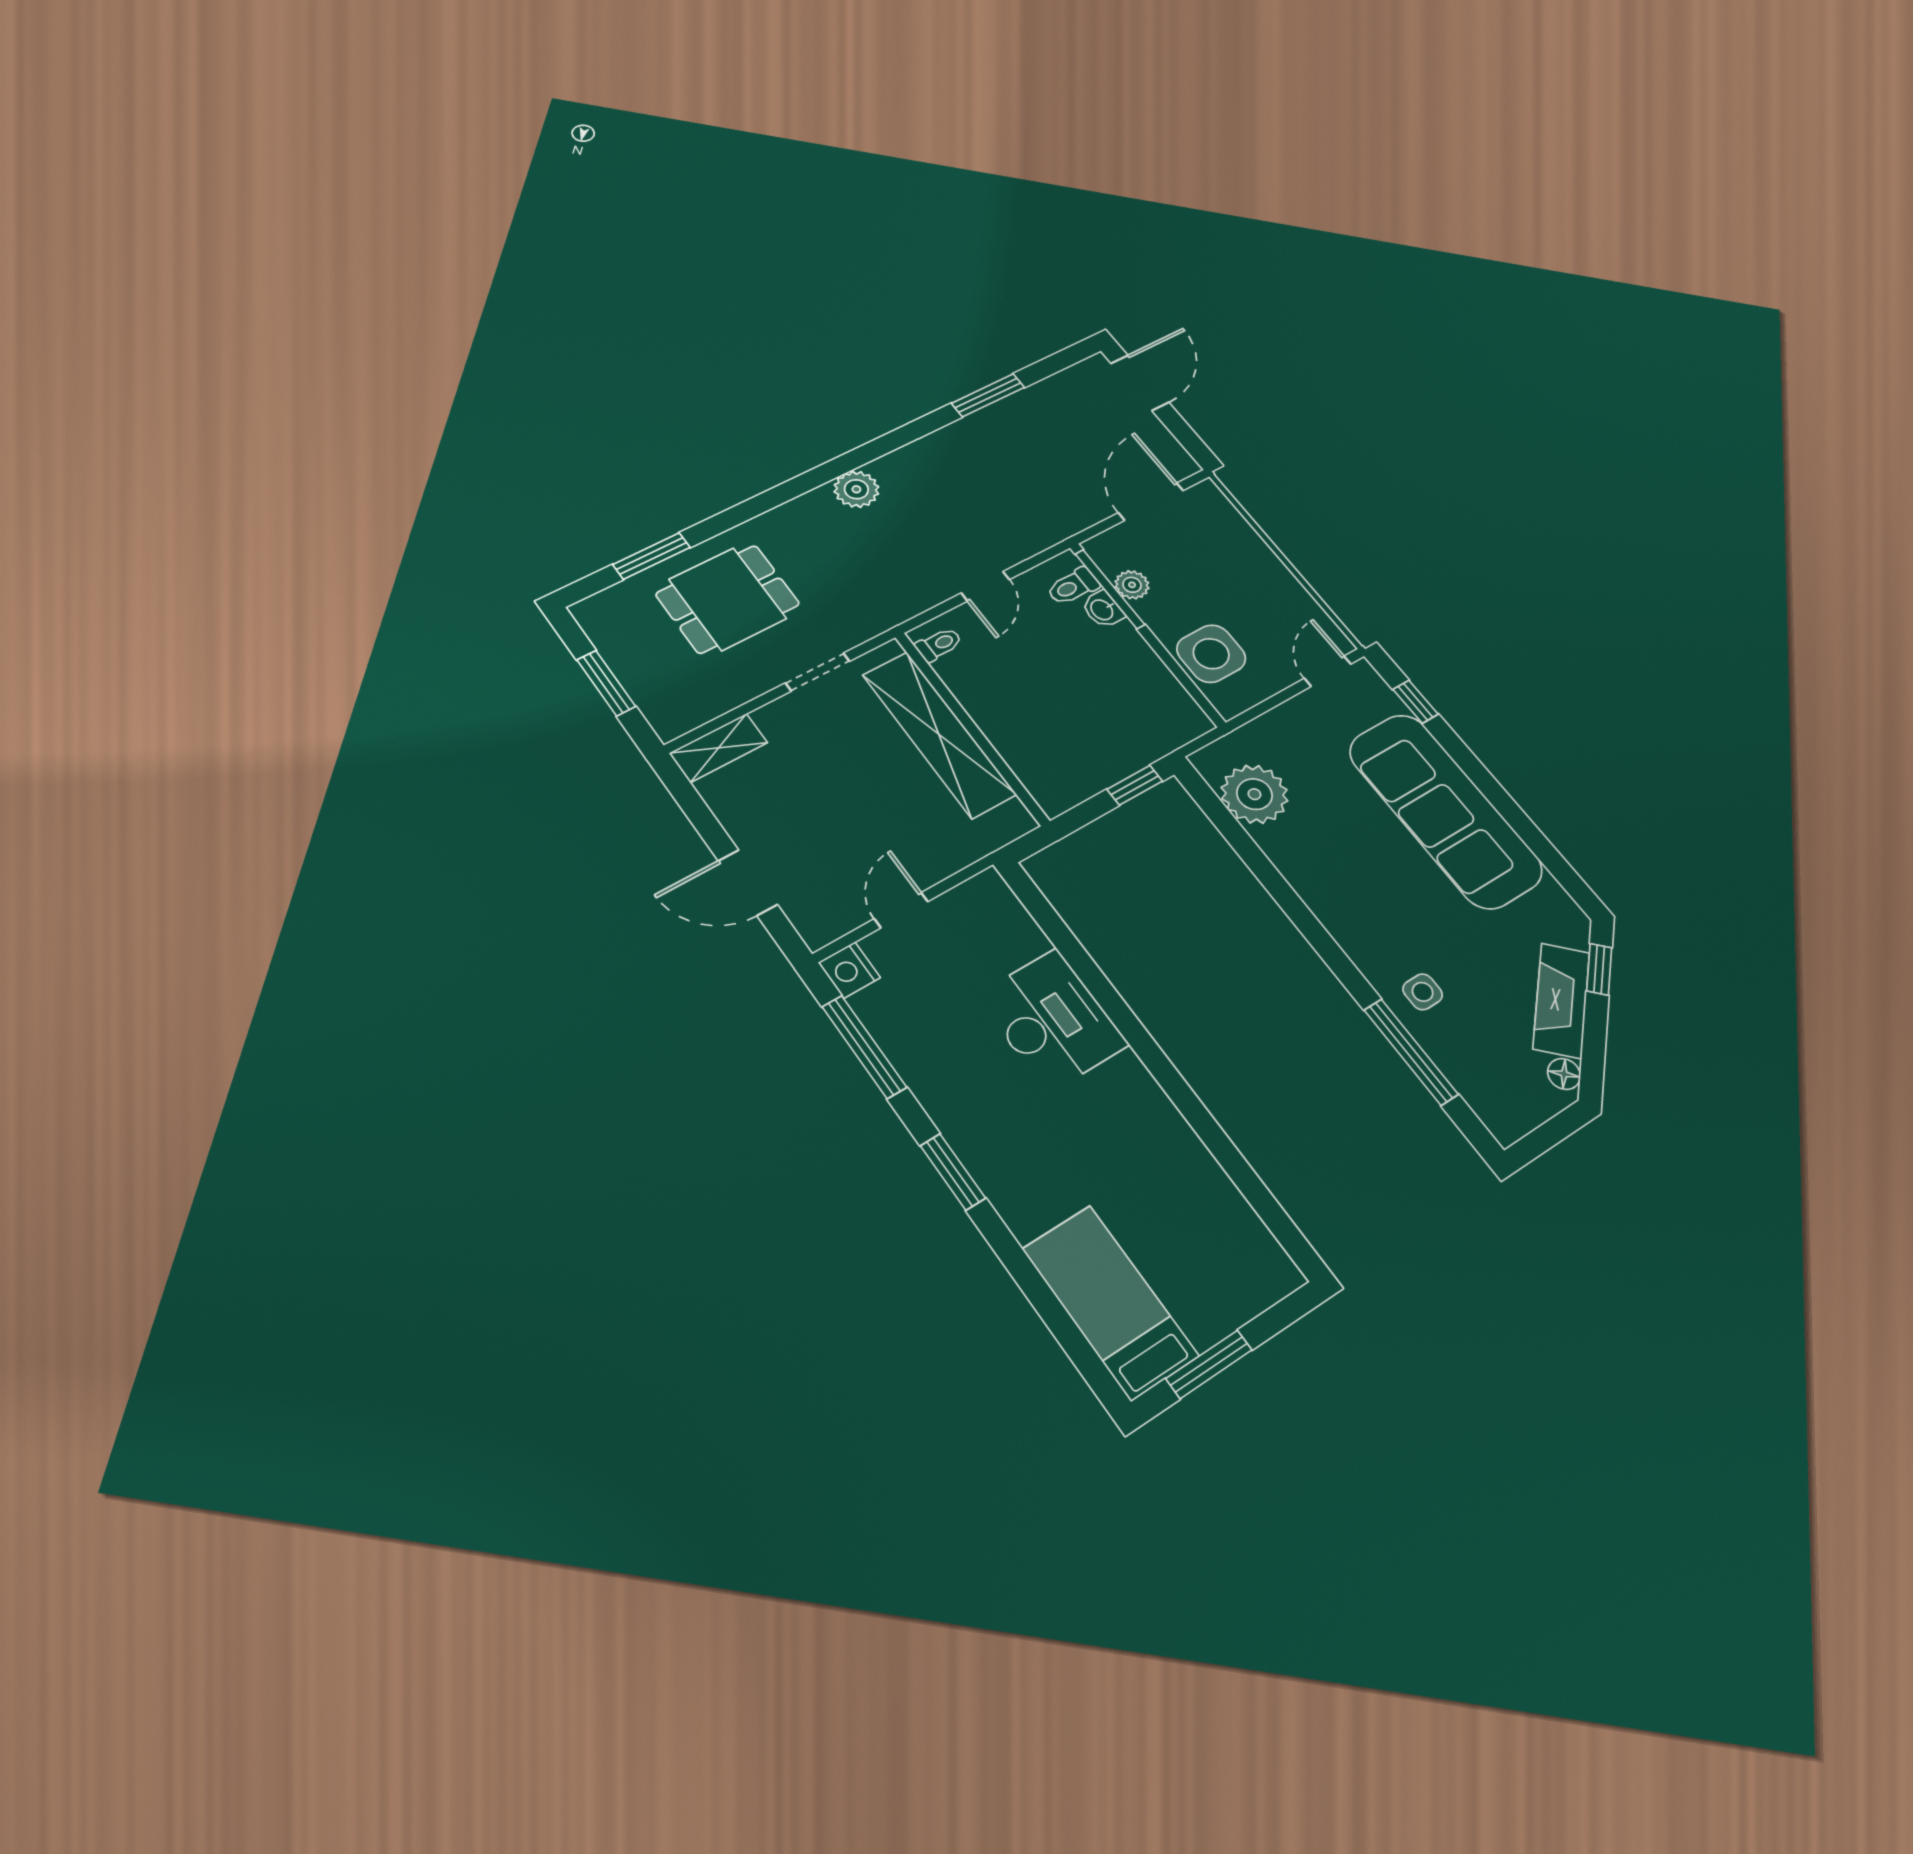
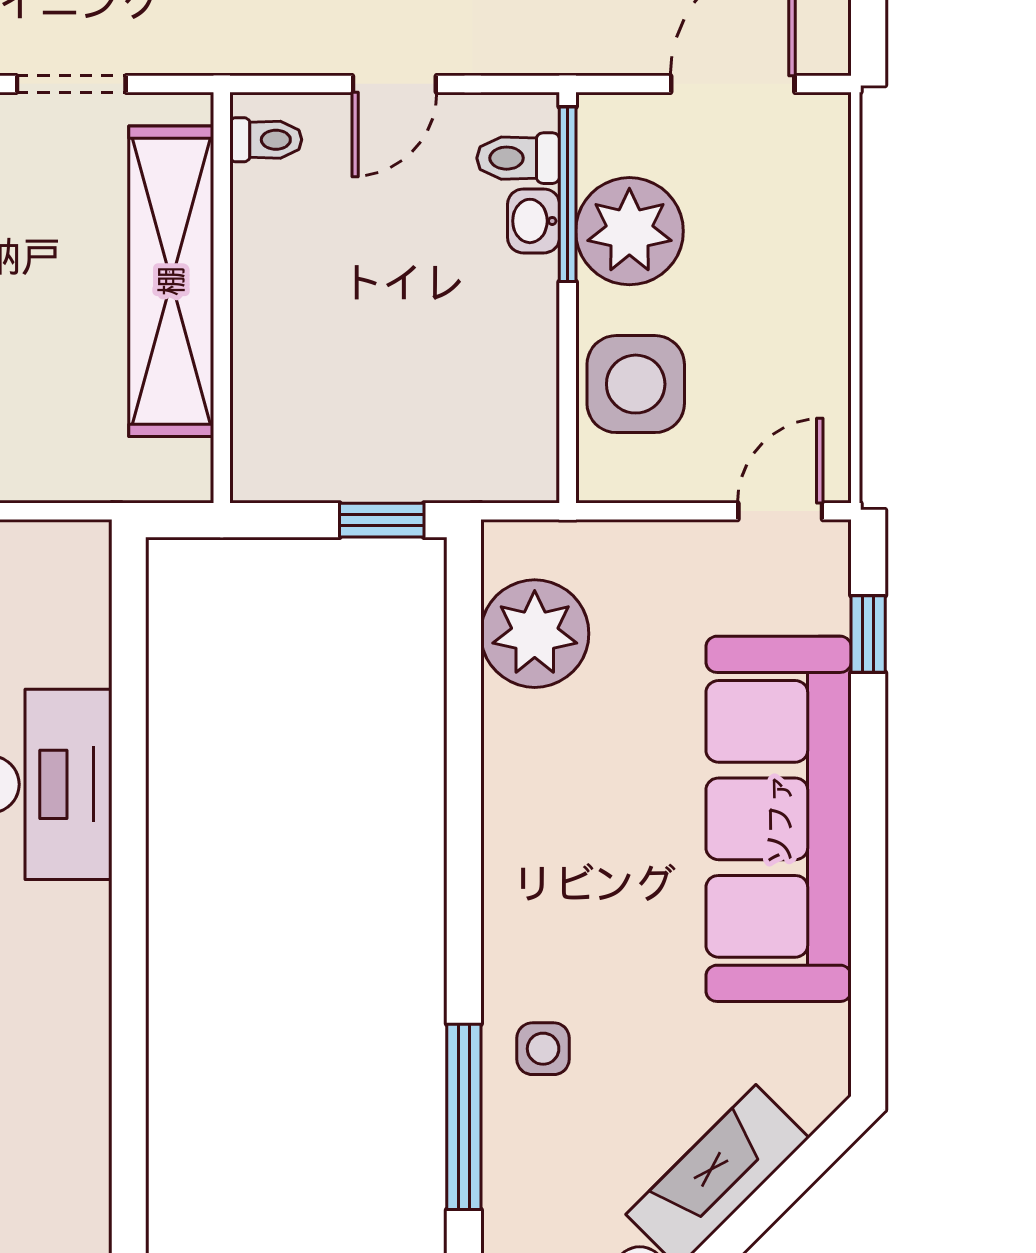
plant: (1132, 585) -> (629, 231), width x1.88, depth x1.88
window: (1599, 969) -> (804, 1168), removed

